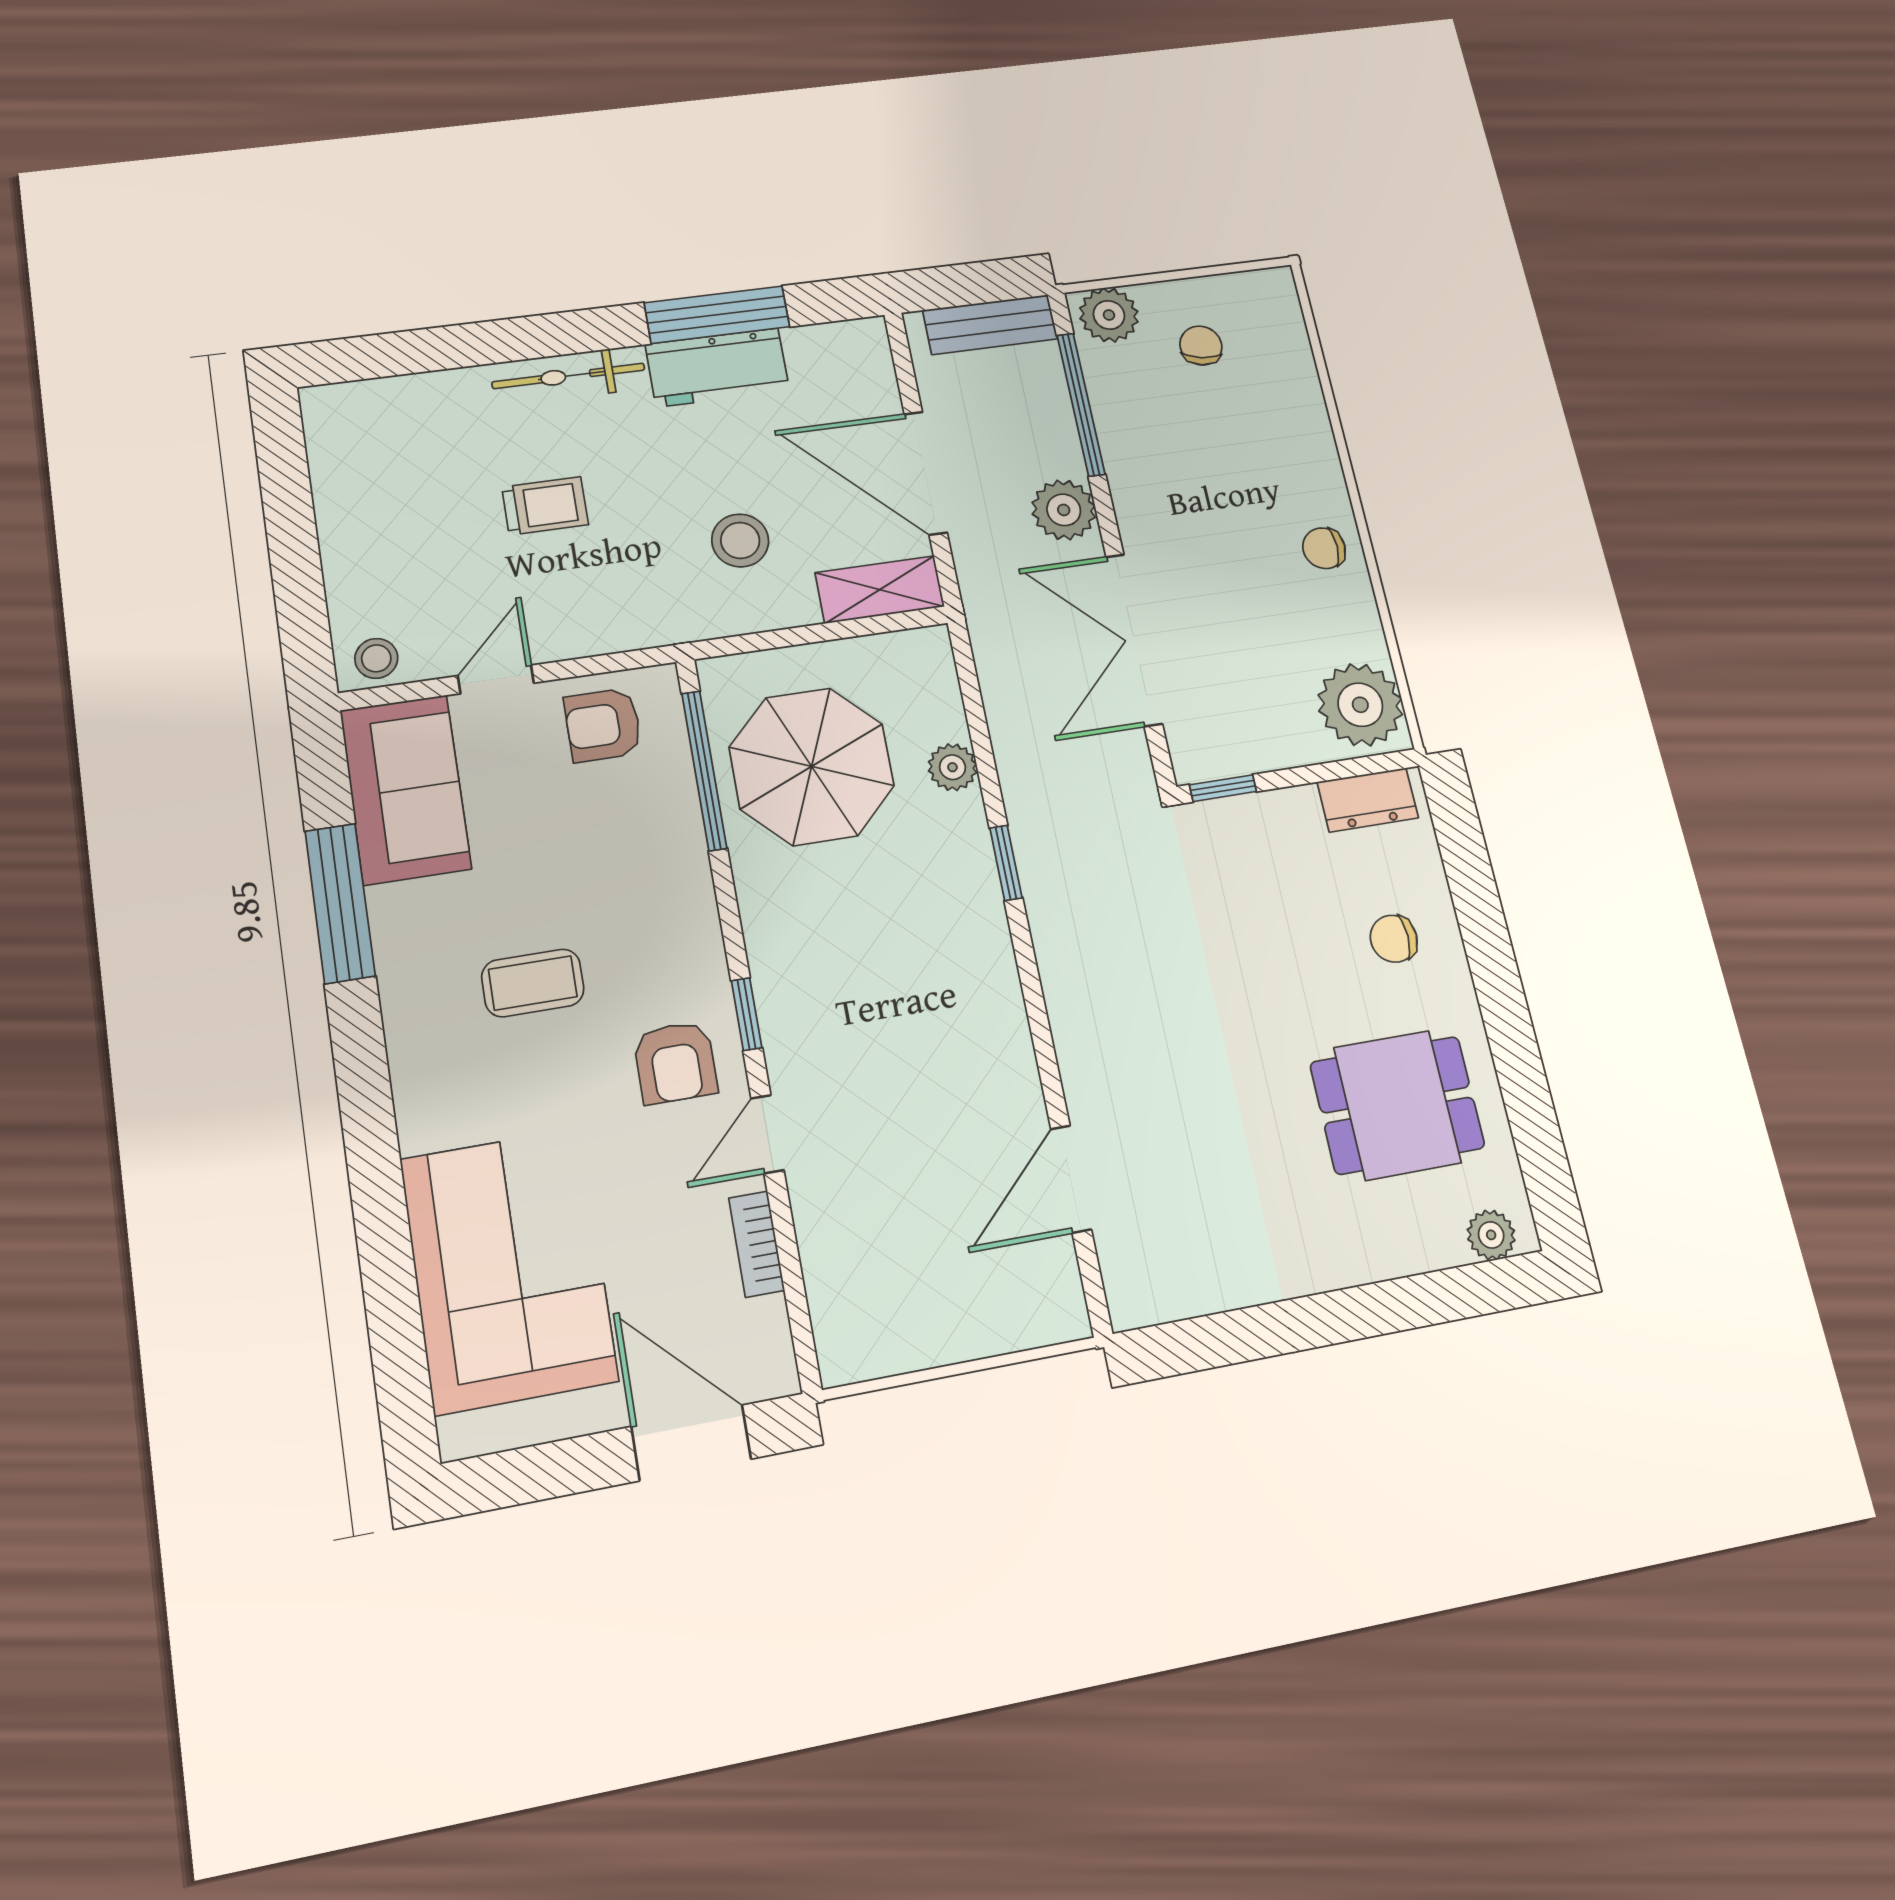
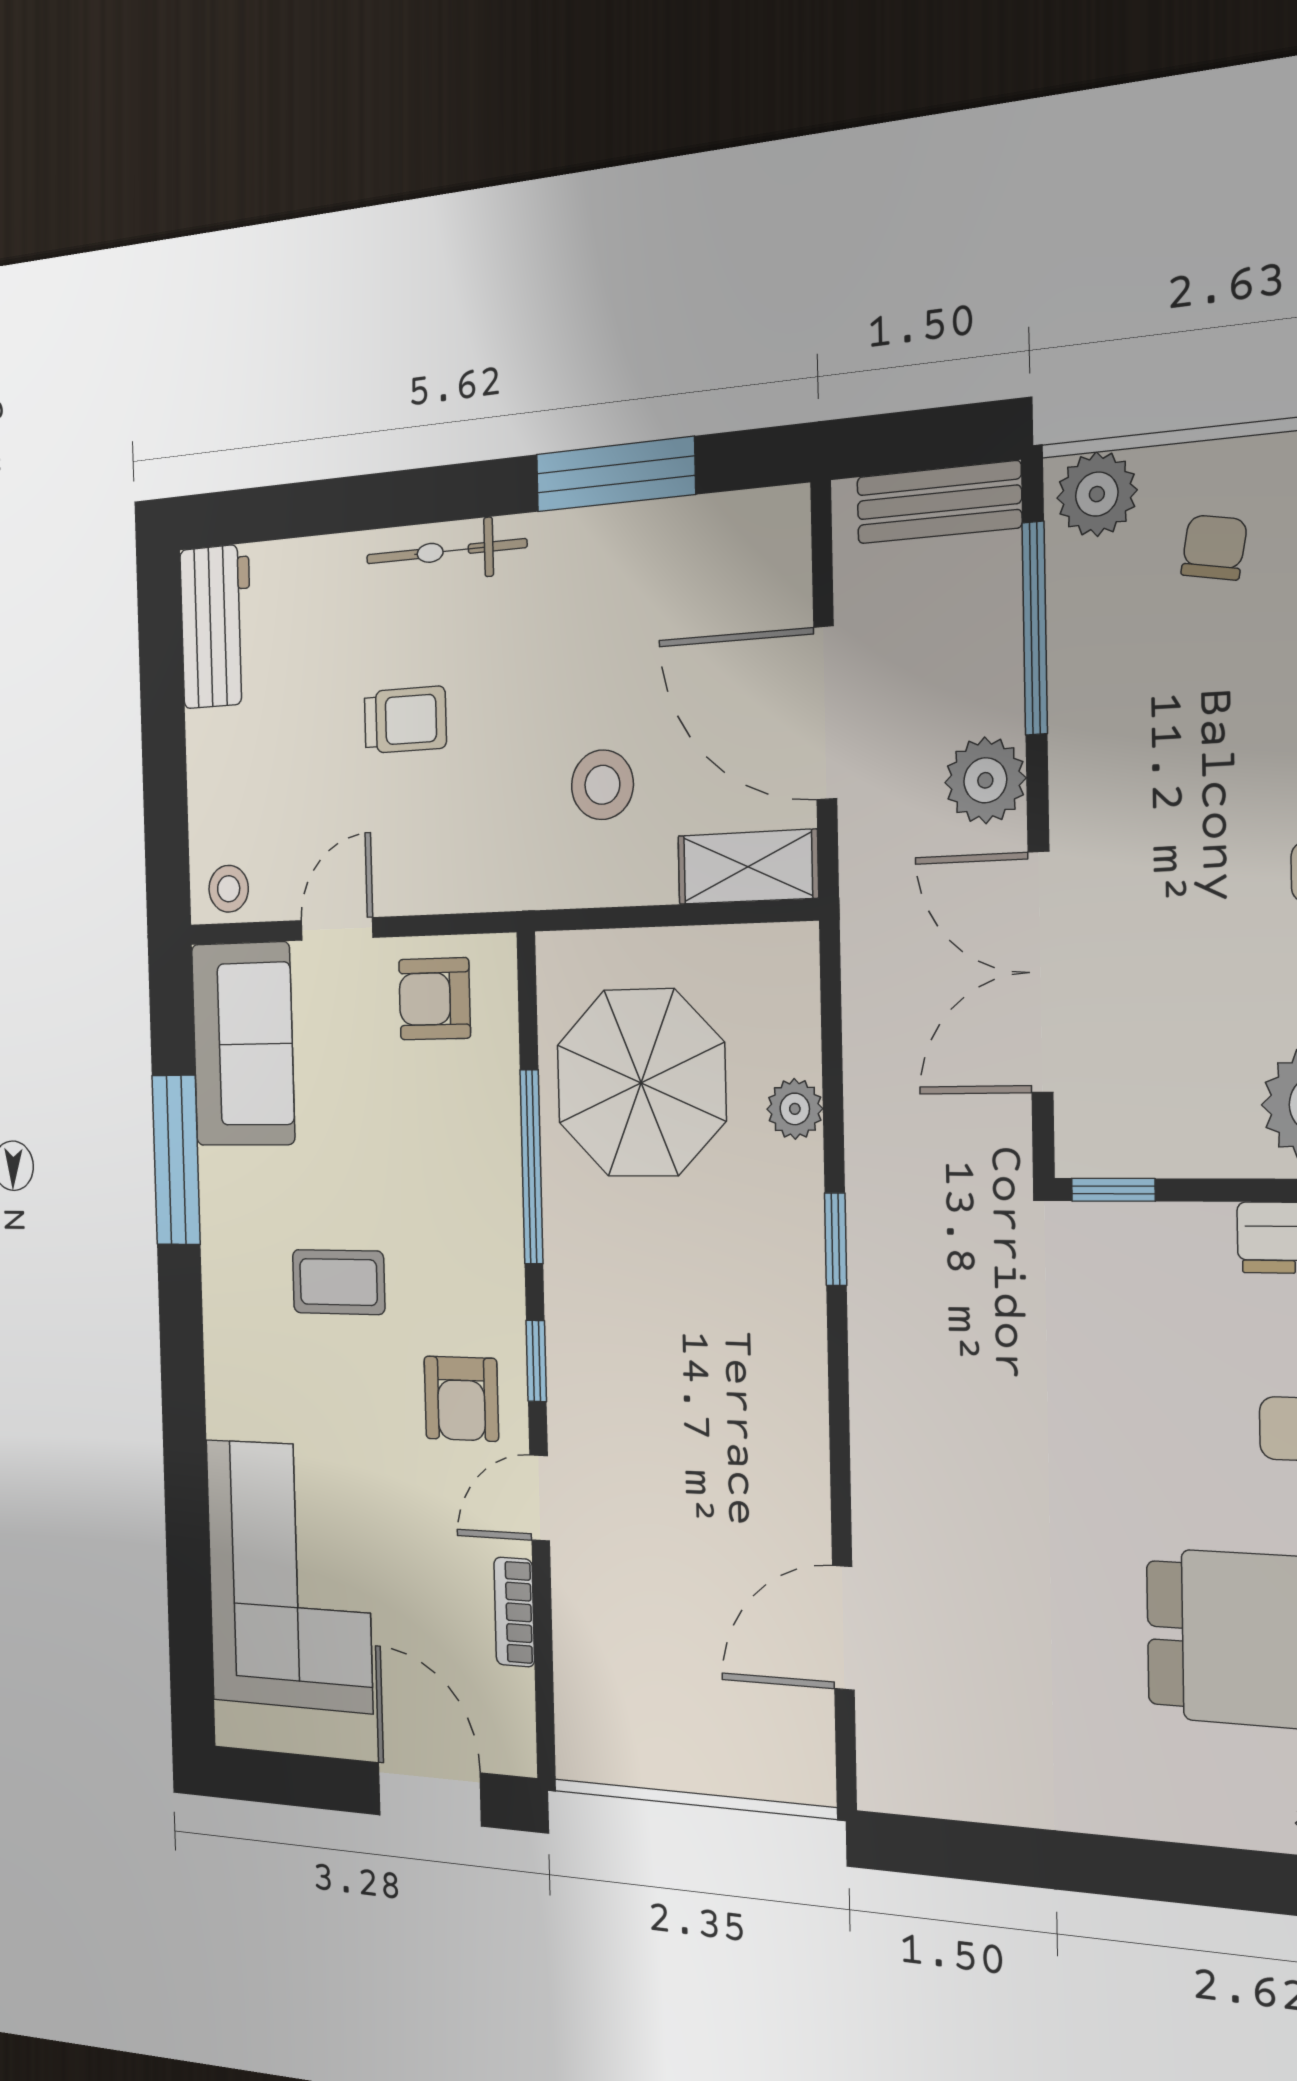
workbench: (717, 367) -> (216, 627), moved, turned -90
window: (704, 770) -> (532, 1167), moved

